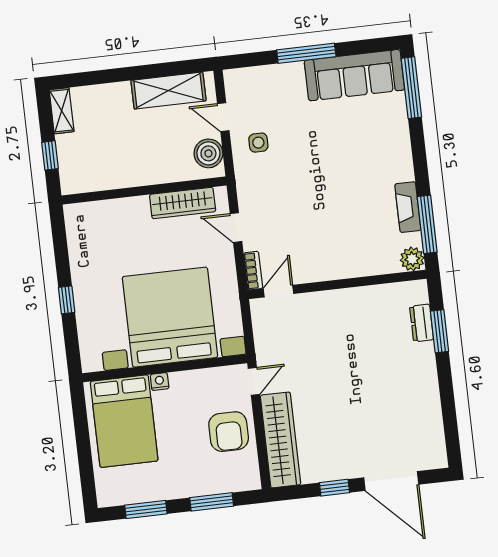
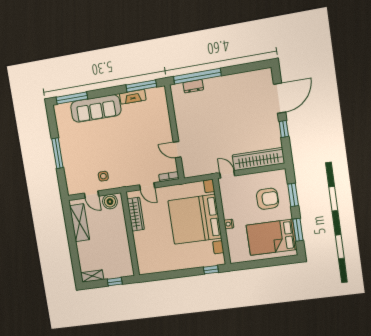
sofa: (354, 75) -> (96, 108), moved, turned 90
door: (223, 117) -> (91, 195), hinge flipped
door: (236, 228) -> (147, 186), hinge flipped
plant: (412, 259) -> (160, 93), removed
door: (278, 291) -> (177, 150), moved
window: (67, 300) -> (211, 270), moved
window: (440, 331) -> (197, 76), width x2.11
bed: (124, 421) -> (271, 237), moved, turned 180
armchair: (229, 432) -> (267, 199), moved

